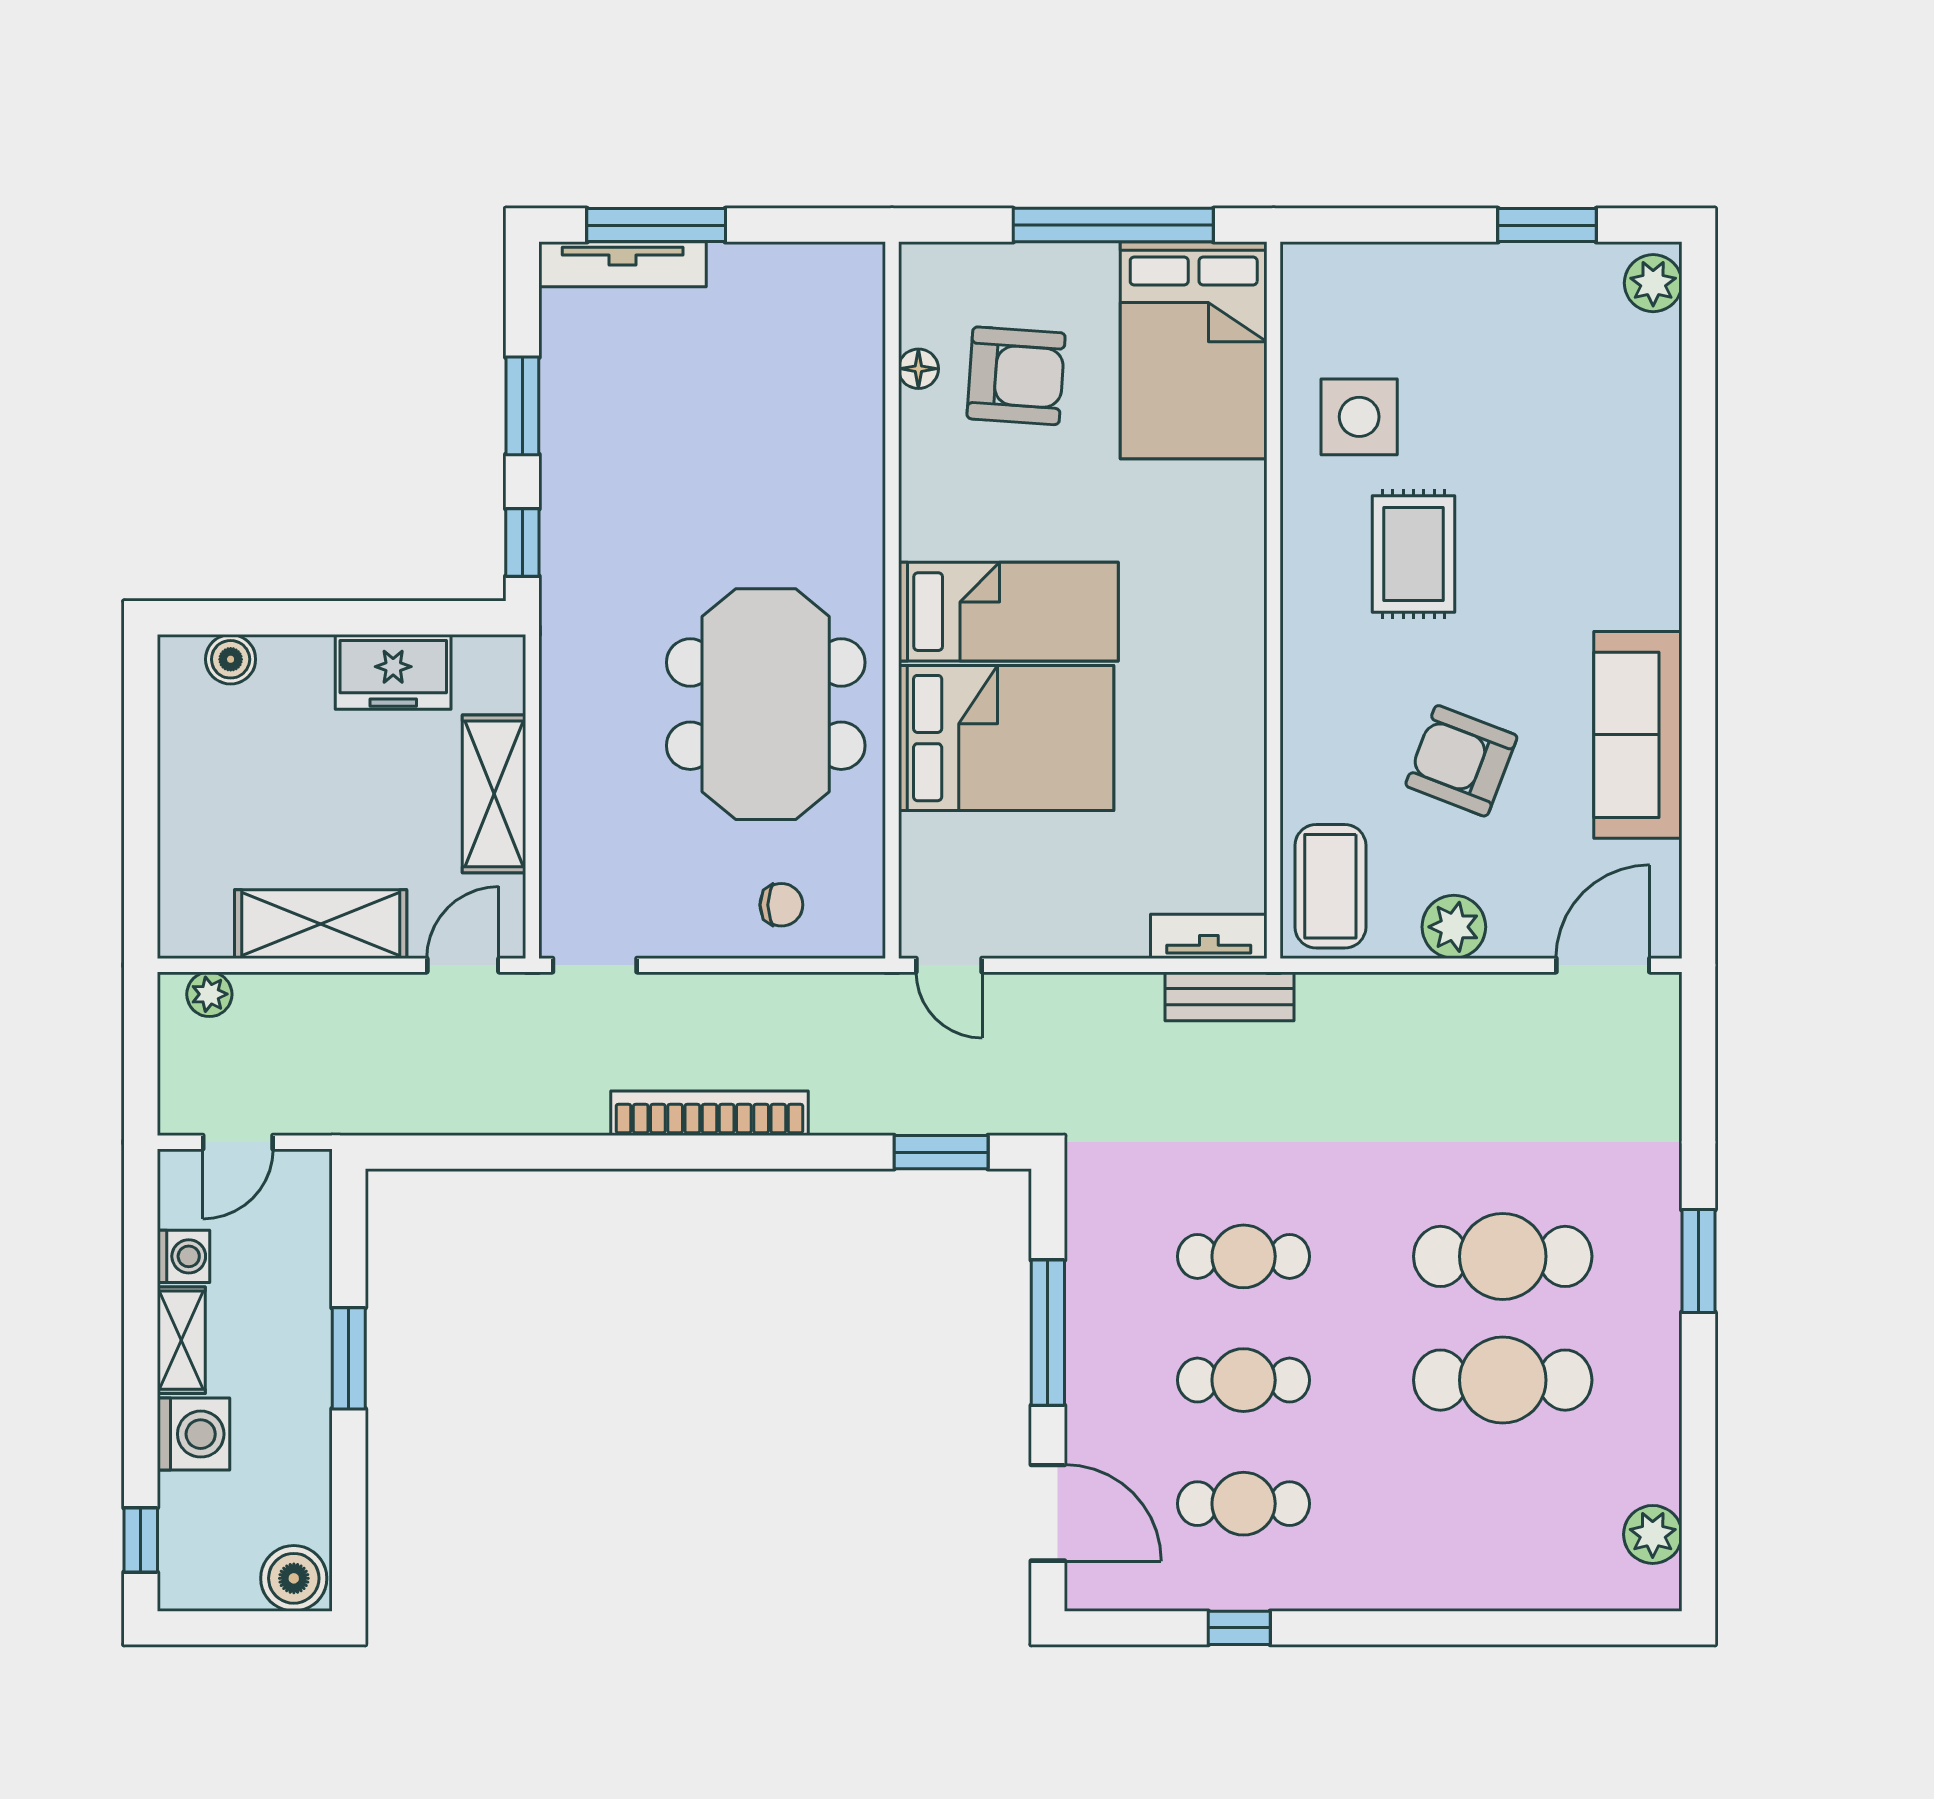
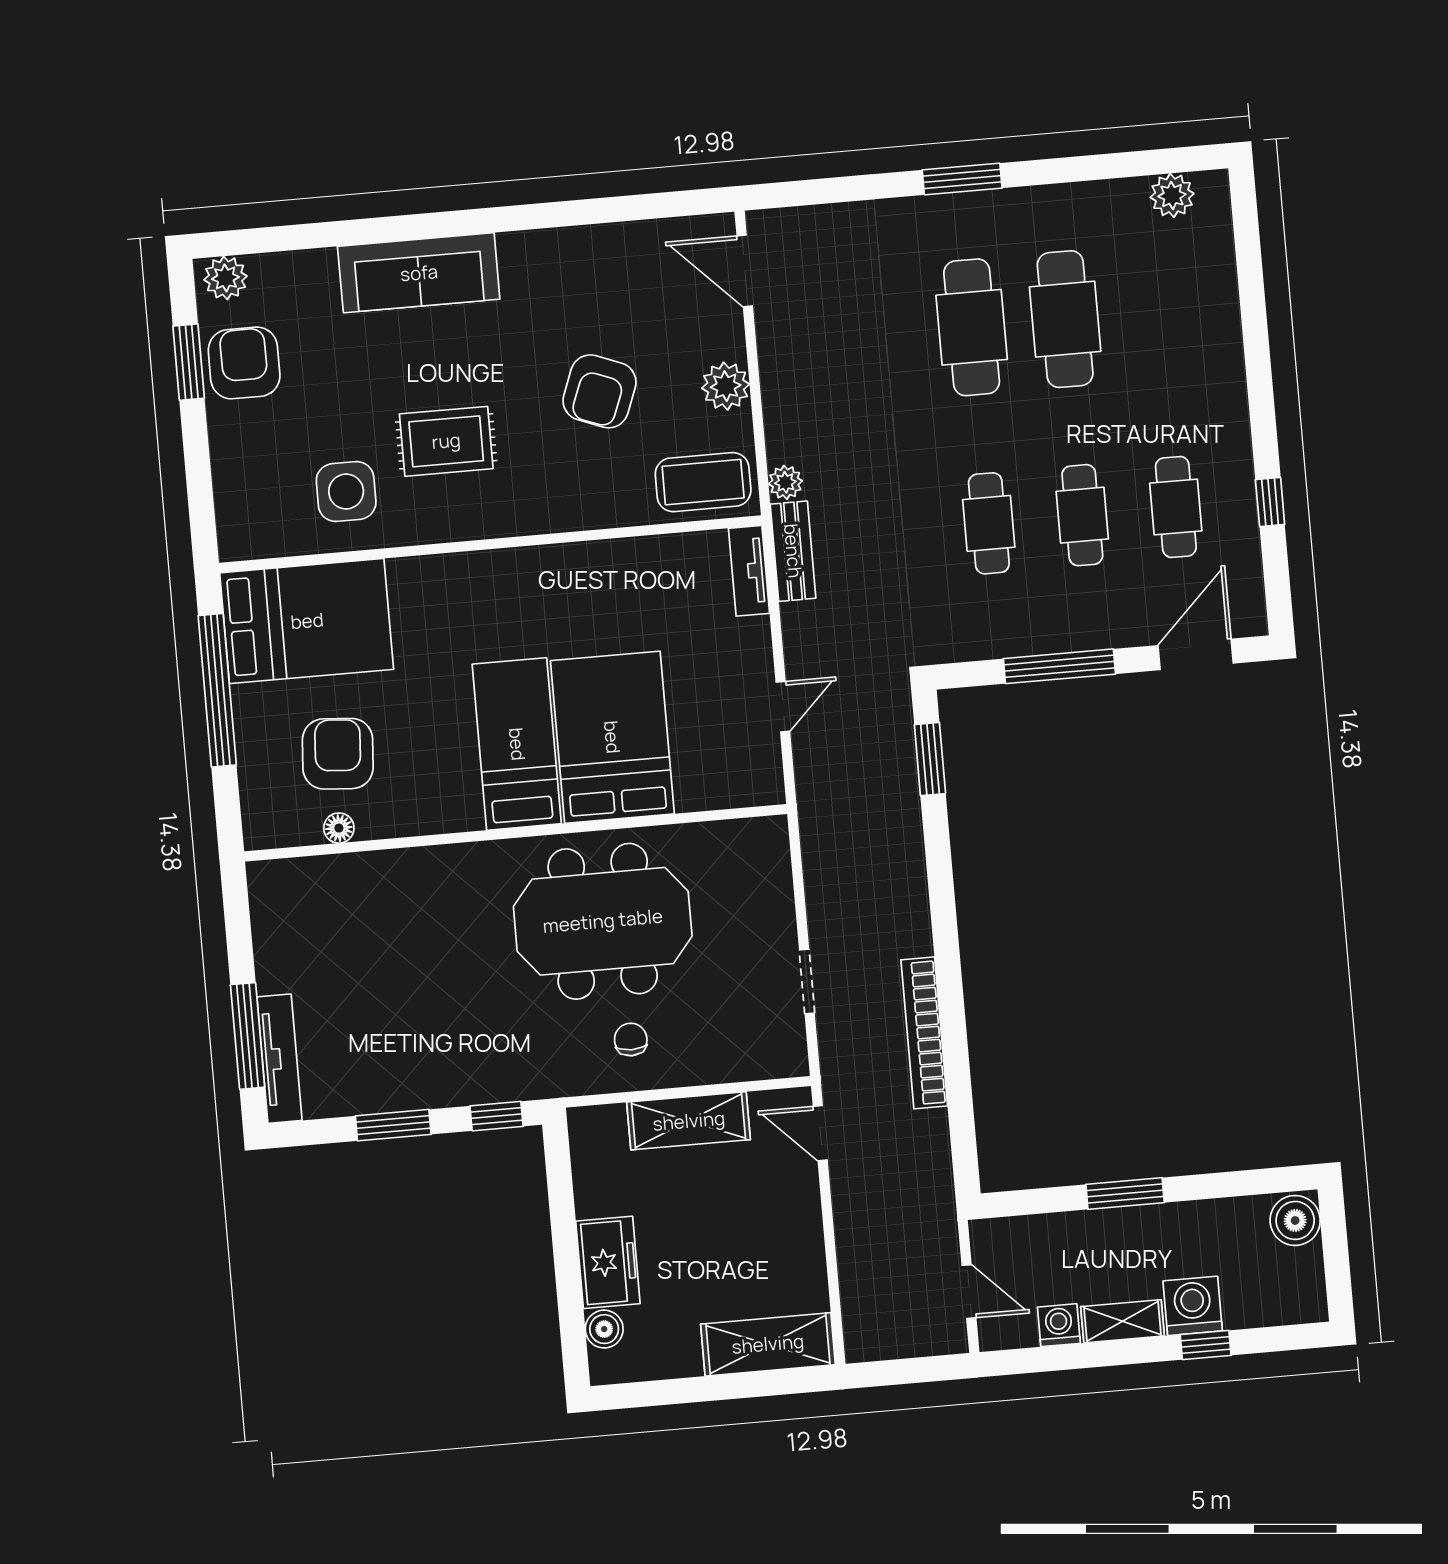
armchair: (1539, 298) -> (244, 363), added
freezer: (393, 672) -> (608, 1262), moved
sofa: (1638, 735) -> (419, 273), moved
chair: (781, 905) -> (631, 1039), moved
shelving: (321, 924) -> (768, 1344), moved, turned 90
doorway: (595, 965) -> (807, 981), moved
door: (949, 965) -> (783, 707), moved
plant: (209, 994) -> (785, 482), moved
bookcase: (709, 1113) -> (924, 1033), moved
window: (141, 1540) -> (1206, 1345), moved

